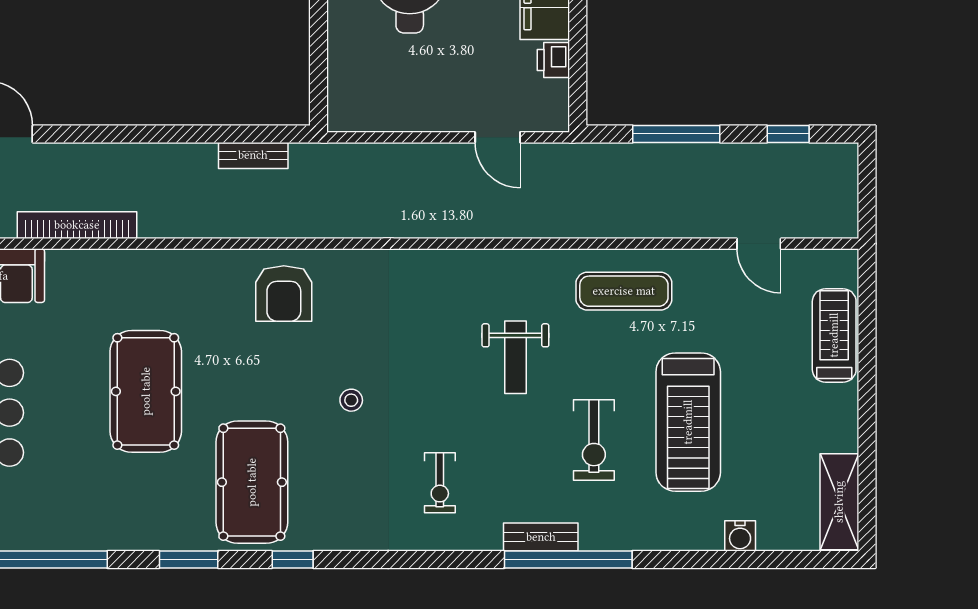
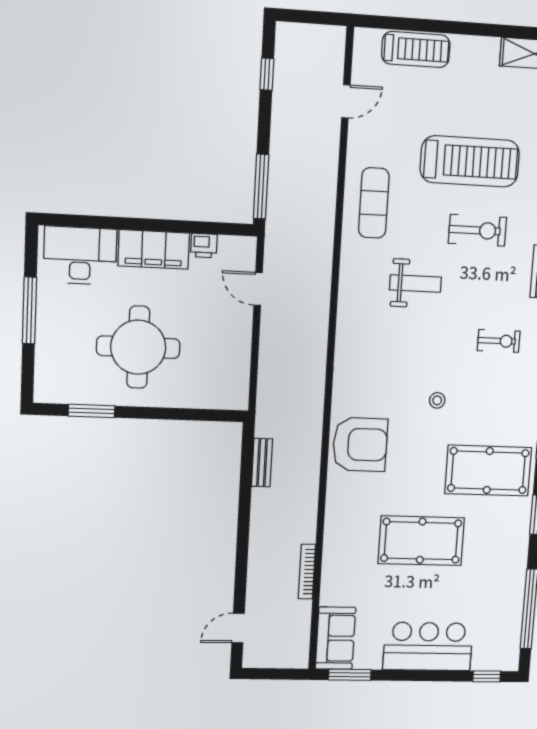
window: (676, 134) -> (261, 187), moved
door: (498, 137) -> (258, 289), swing flipped
bookcase: (77, 225) -> (307, 572), width x0.68, depth x0.76
armchair: (284, 293) -> (360, 444), width x1.36, depth x1.36
treadmill: (834, 335) -> (416, 49), turned 180

